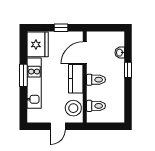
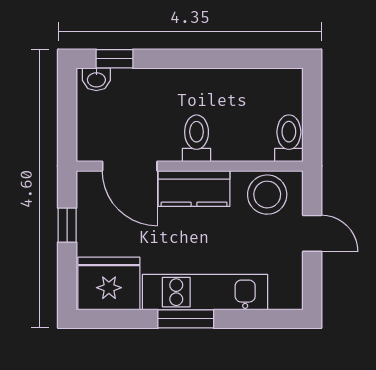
washbasin: (120, 53) -> (96, 79), moved
window: (128, 70) -> (114, 59), moved
toilet: (96, 106) -> (289, 138), moved

